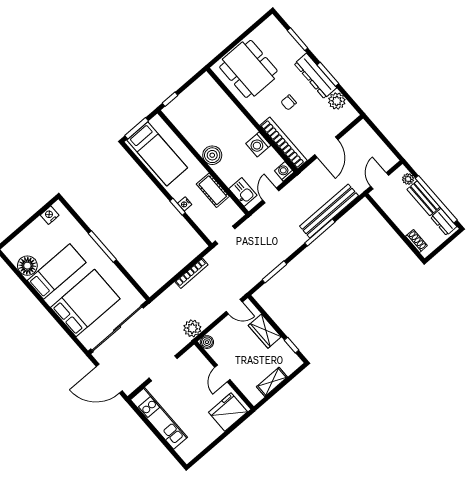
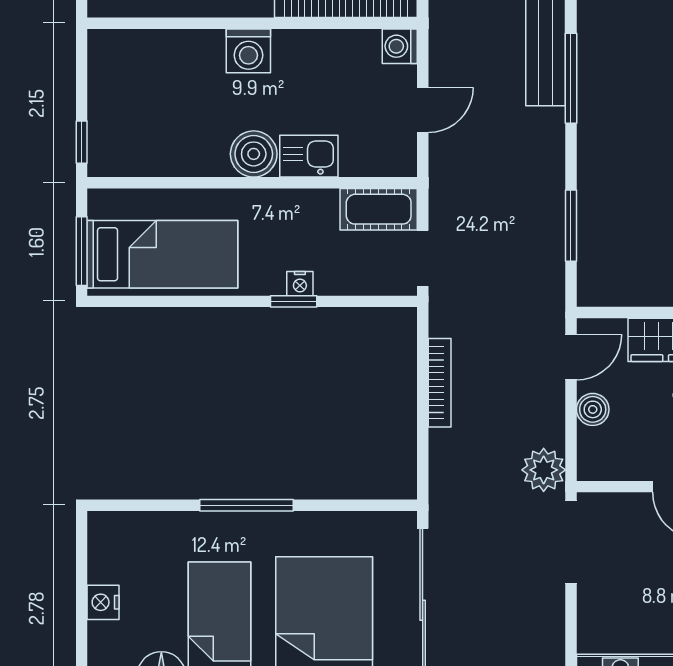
washing machine: (258, 144) -> (248, 51), moved
cot: (213, 190) -> (379, 209), moved
kitchen sink: (243, 192) -> (309, 156), moved
door: (271, 195) -> (423, 110), swing flipped
nightstand: (50, 215) -> (103, 602), moved
boiler: (207, 342) -> (593, 409), moved
doorway: (163, 368) -> (571, 542), moved

